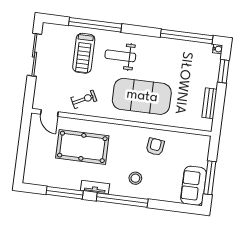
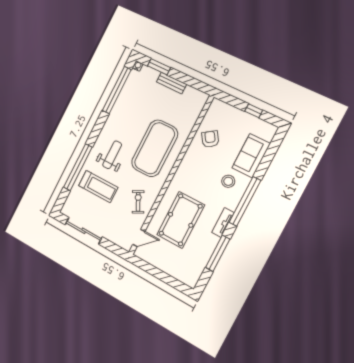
weight bench: (120, 56) -> (112, 155), turned 180
bench: (209, 103) -> (171, 83), moved
armchair: (155, 147) -> (210, 139), moved, turned 49
window: (210, 178) -> (254, 111), width x0.46
sofa: (193, 186) -> (251, 156), moved, turned 90

